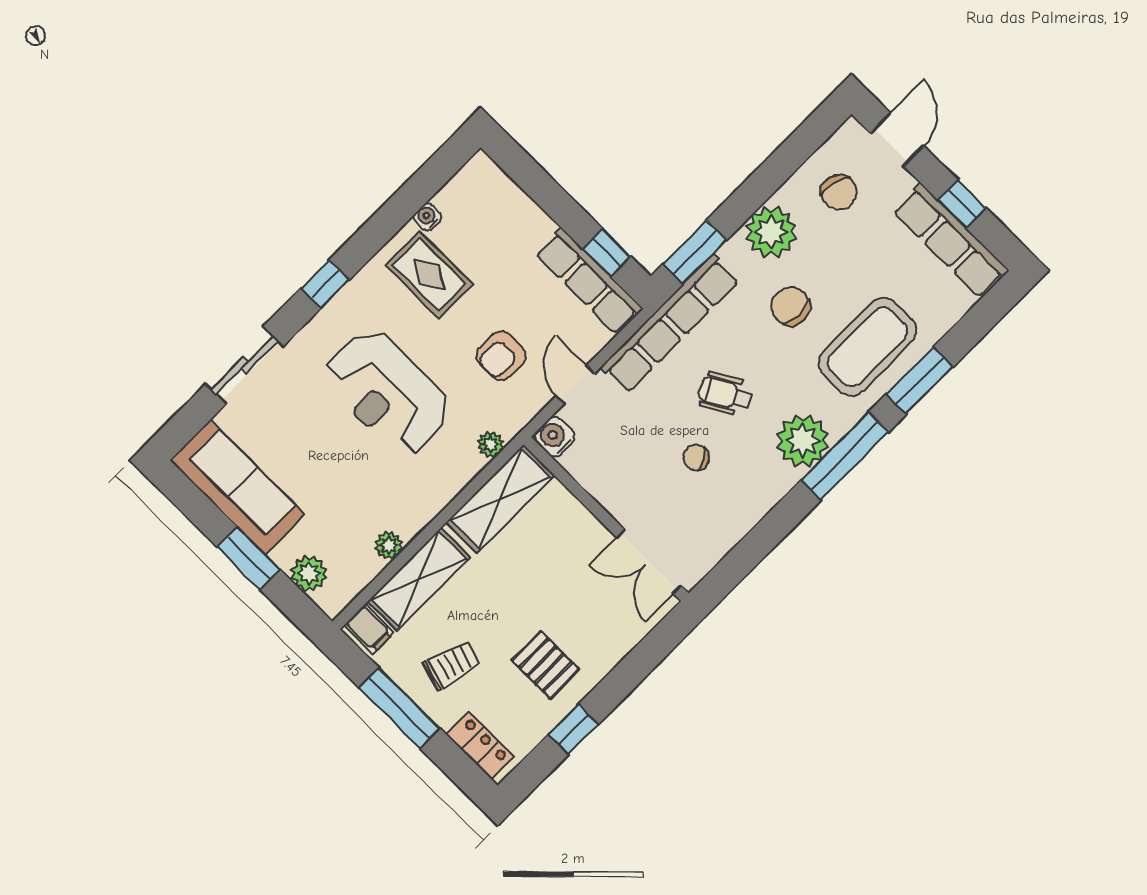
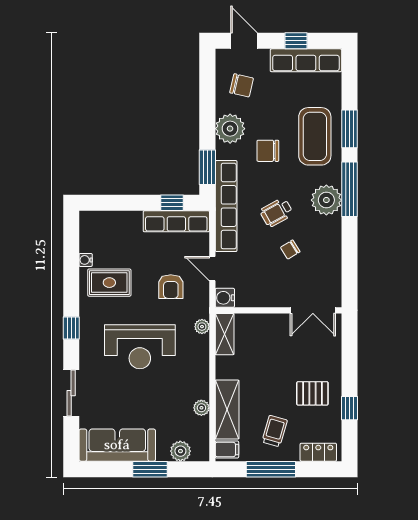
shelving: (500, 499) -> (225, 334), width x0.67, depth x0.75

